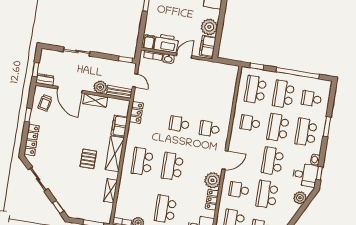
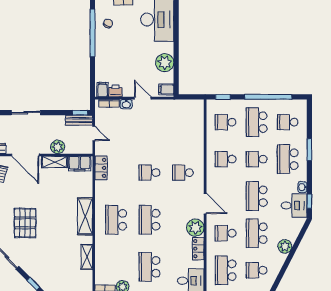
printer: (166, 43) -> (115, 91), width x0.53, depth x0.68
filing cabinet: (208, 46) -> (166, 89), width x0.50
door: (184, 56) -> (143, 98), hinge flipped
school desk: (255, 90) -> (226, 122), width x0.54
bench: (119, 92) -> (79, 120), moved
filing cabinet: (119, 126) -> (80, 164), moved, turned -90
school desk: (278, 128) -> (257, 159), width x0.54
pallet: (88, 159) -> (25, 223), moved, width x1.50, depth x1.42
door: (225, 160) -> (205, 204), hinge flipped
plant: (300, 198) -> (285, 246), moved

